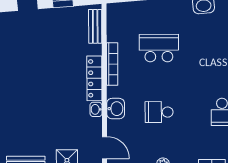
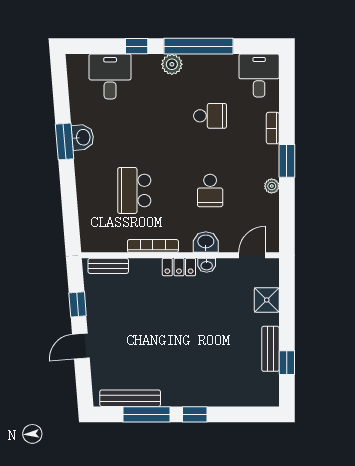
locker: (94, 78) -> (179, 267), width x0.66

